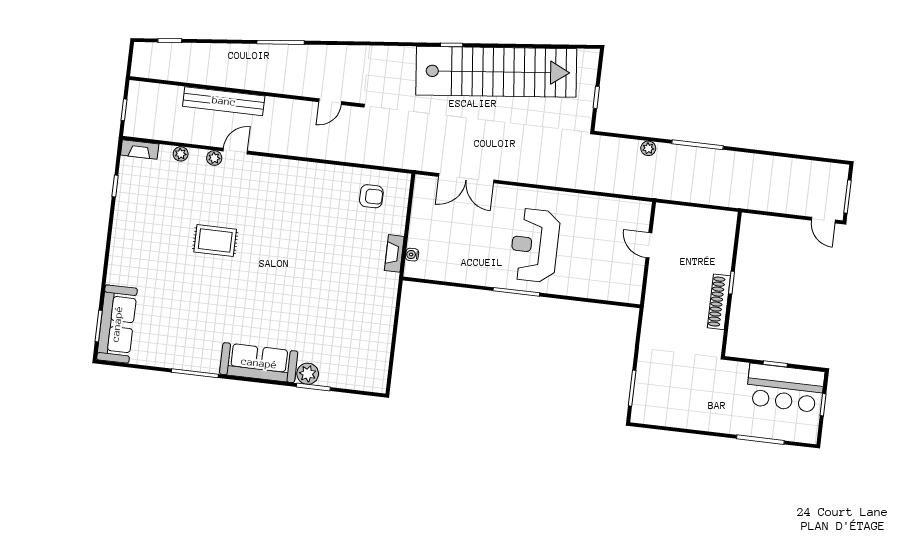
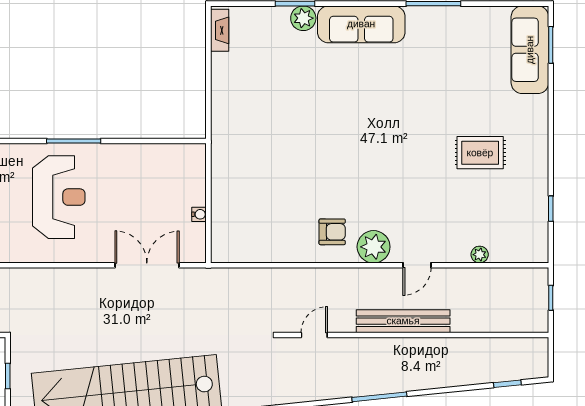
bench: (224, 101) -> (403, 321), moved
fireplace: (140, 150) -> (527, 254), removed
plant: (214, 158) -> (374, 247), moved, width x1.88, depth x1.88
armchair: (371, 196) -> (332, 232), moved, turned 180
rug: (215, 241) -> (480, 153), moved
fireplace: (394, 253) -> (220, 30), moved
water cooler: (412, 255) -> (199, 214), moved

